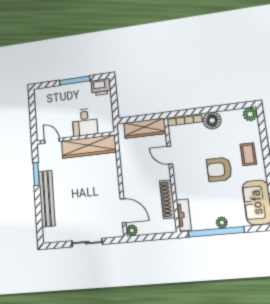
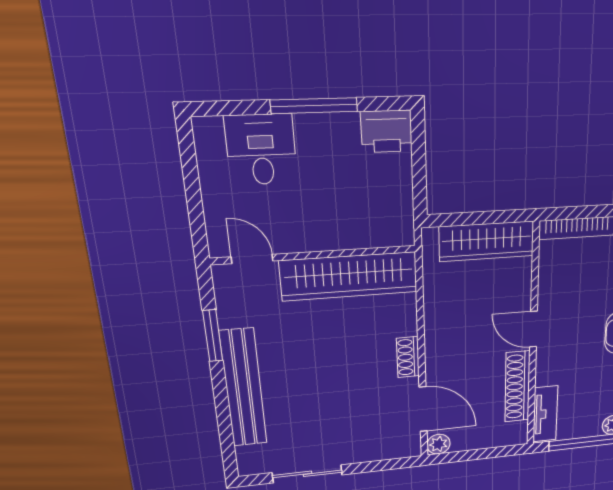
desk: (85, 122) -> (261, 150), moved, turned 180
door: (170, 155) -> (533, 329), moved
shoe rack: (115, 184) -> (408, 357), added
sliding door: (87, 243) -> (307, 474), moved

